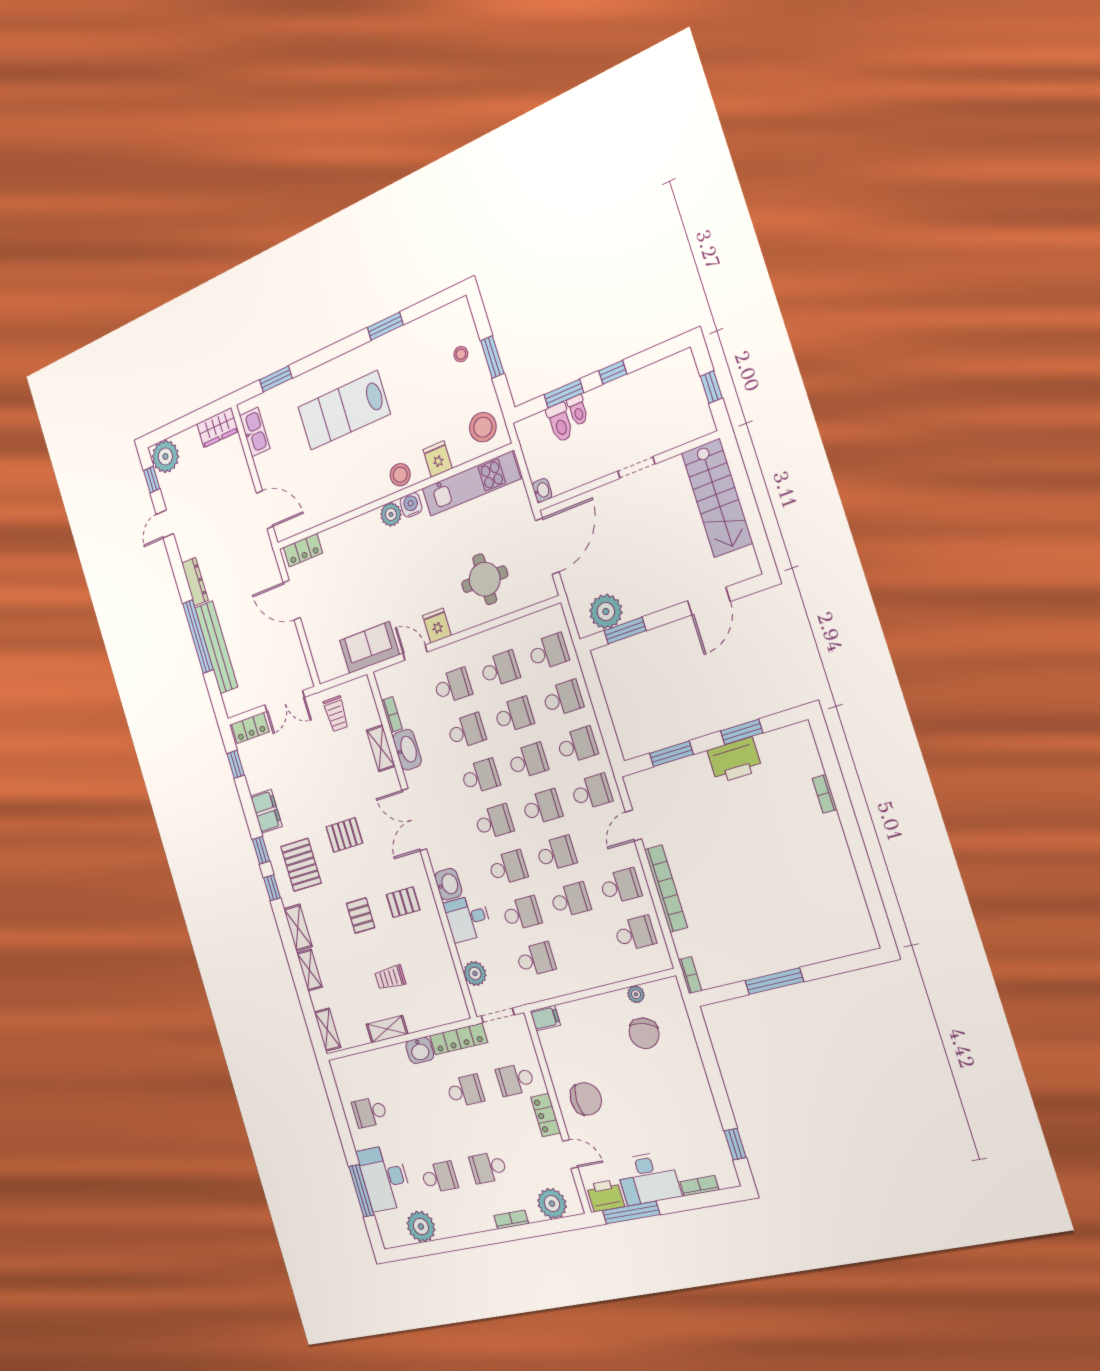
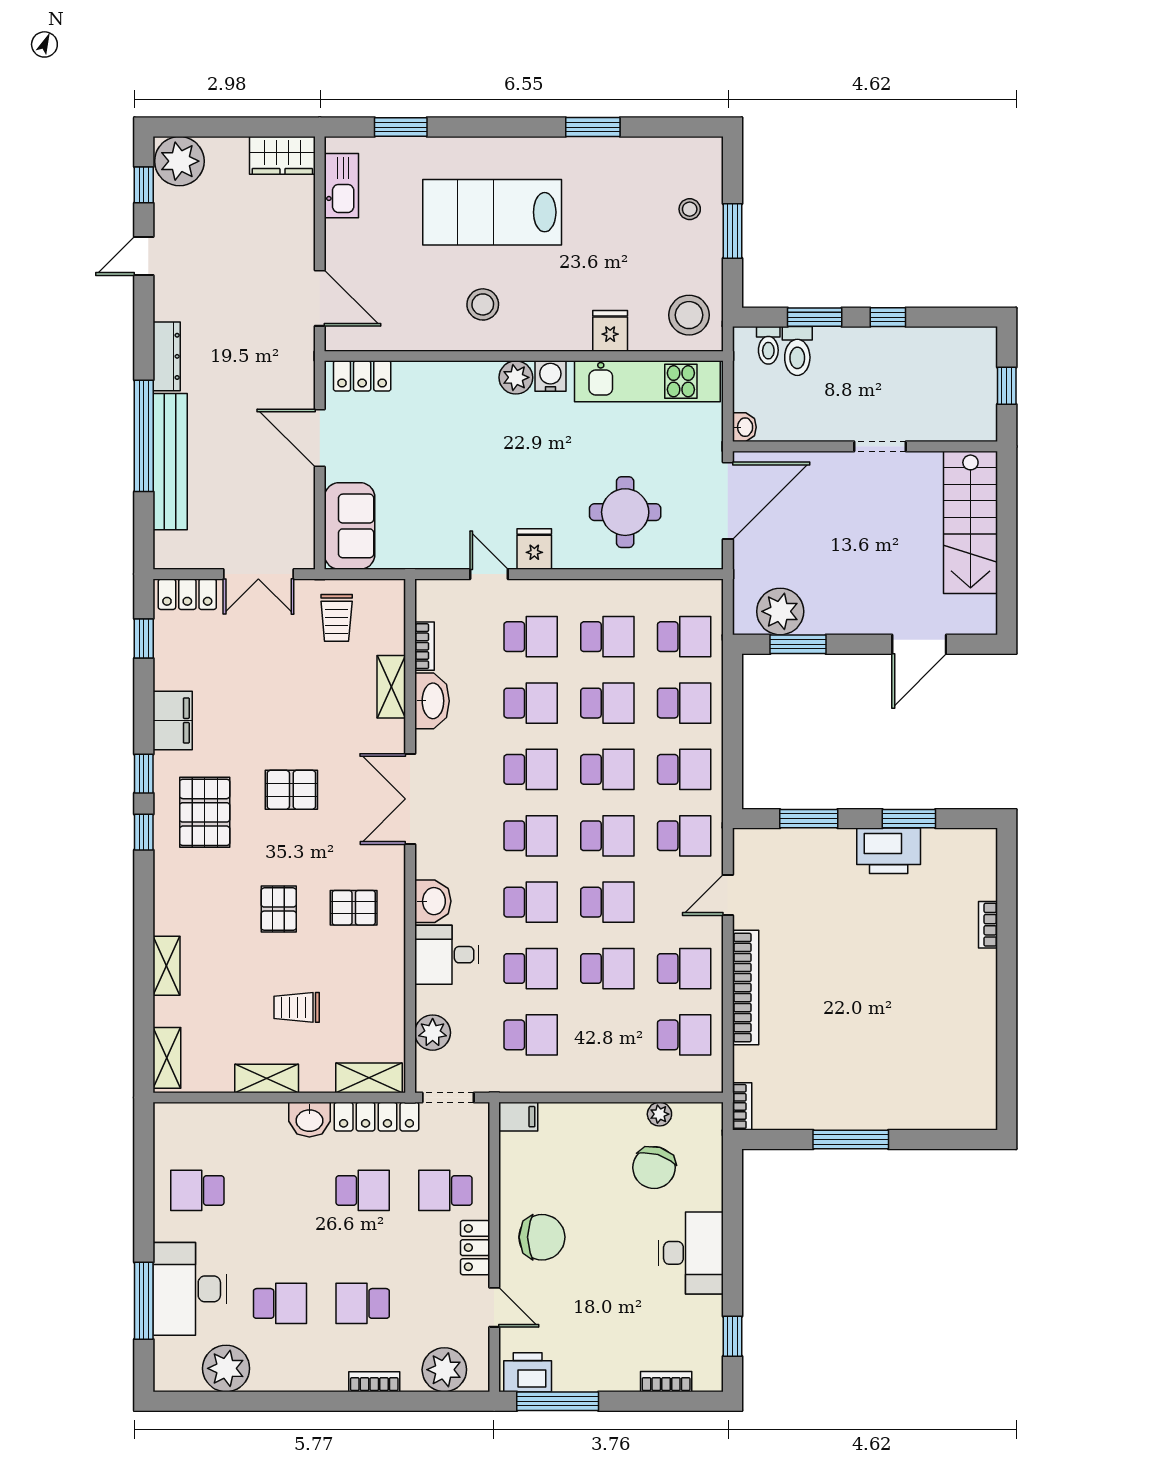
toilet: (578, 410) -> (768, 345), moved
stool: (400, 475) -> (483, 304), moved
sofa: (369, 648) -> (350, 526), moved, turned 90
shelving: (298, 928) -> (369, 1078), moved, turned 90
desk: (648, 1178) -> (691, 1253), moved, turned -90

